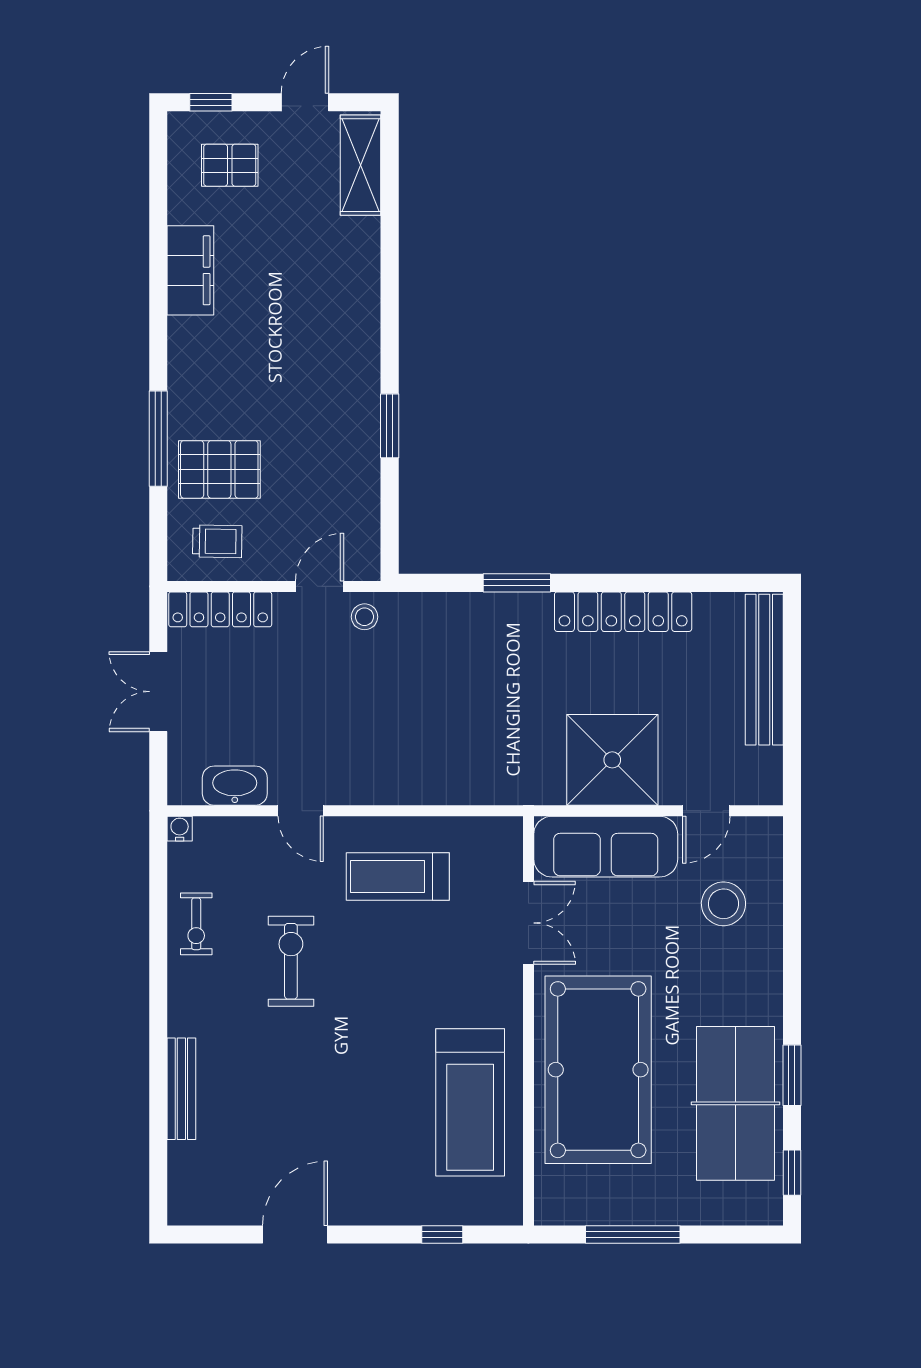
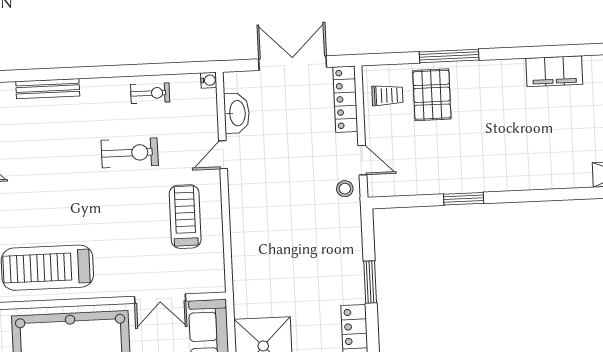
trolley: (217, 541) -> (387, 95), turned -91
double door: (158, 692) -> (293, 63), width x1.37
exercise bike: (196, 924) -> (150, 93), turned 180

